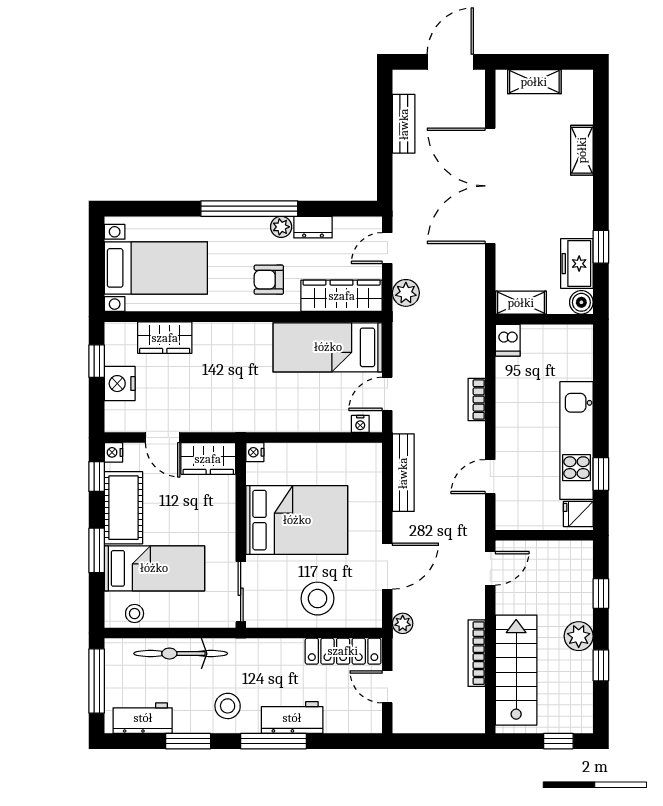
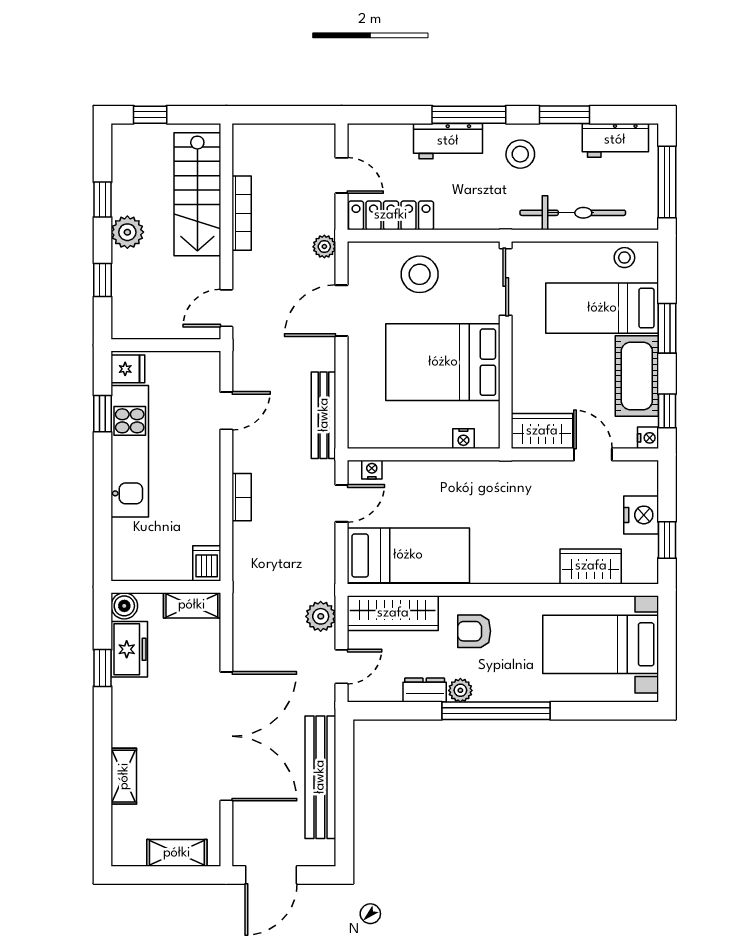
bench: (404, 124) -> (320, 777), width x1.86, depth x1.21
armchair: (269, 280) -> (474, 631), turned 180
nightstand: (255, 452) -> (463, 439), moved, turned 90

